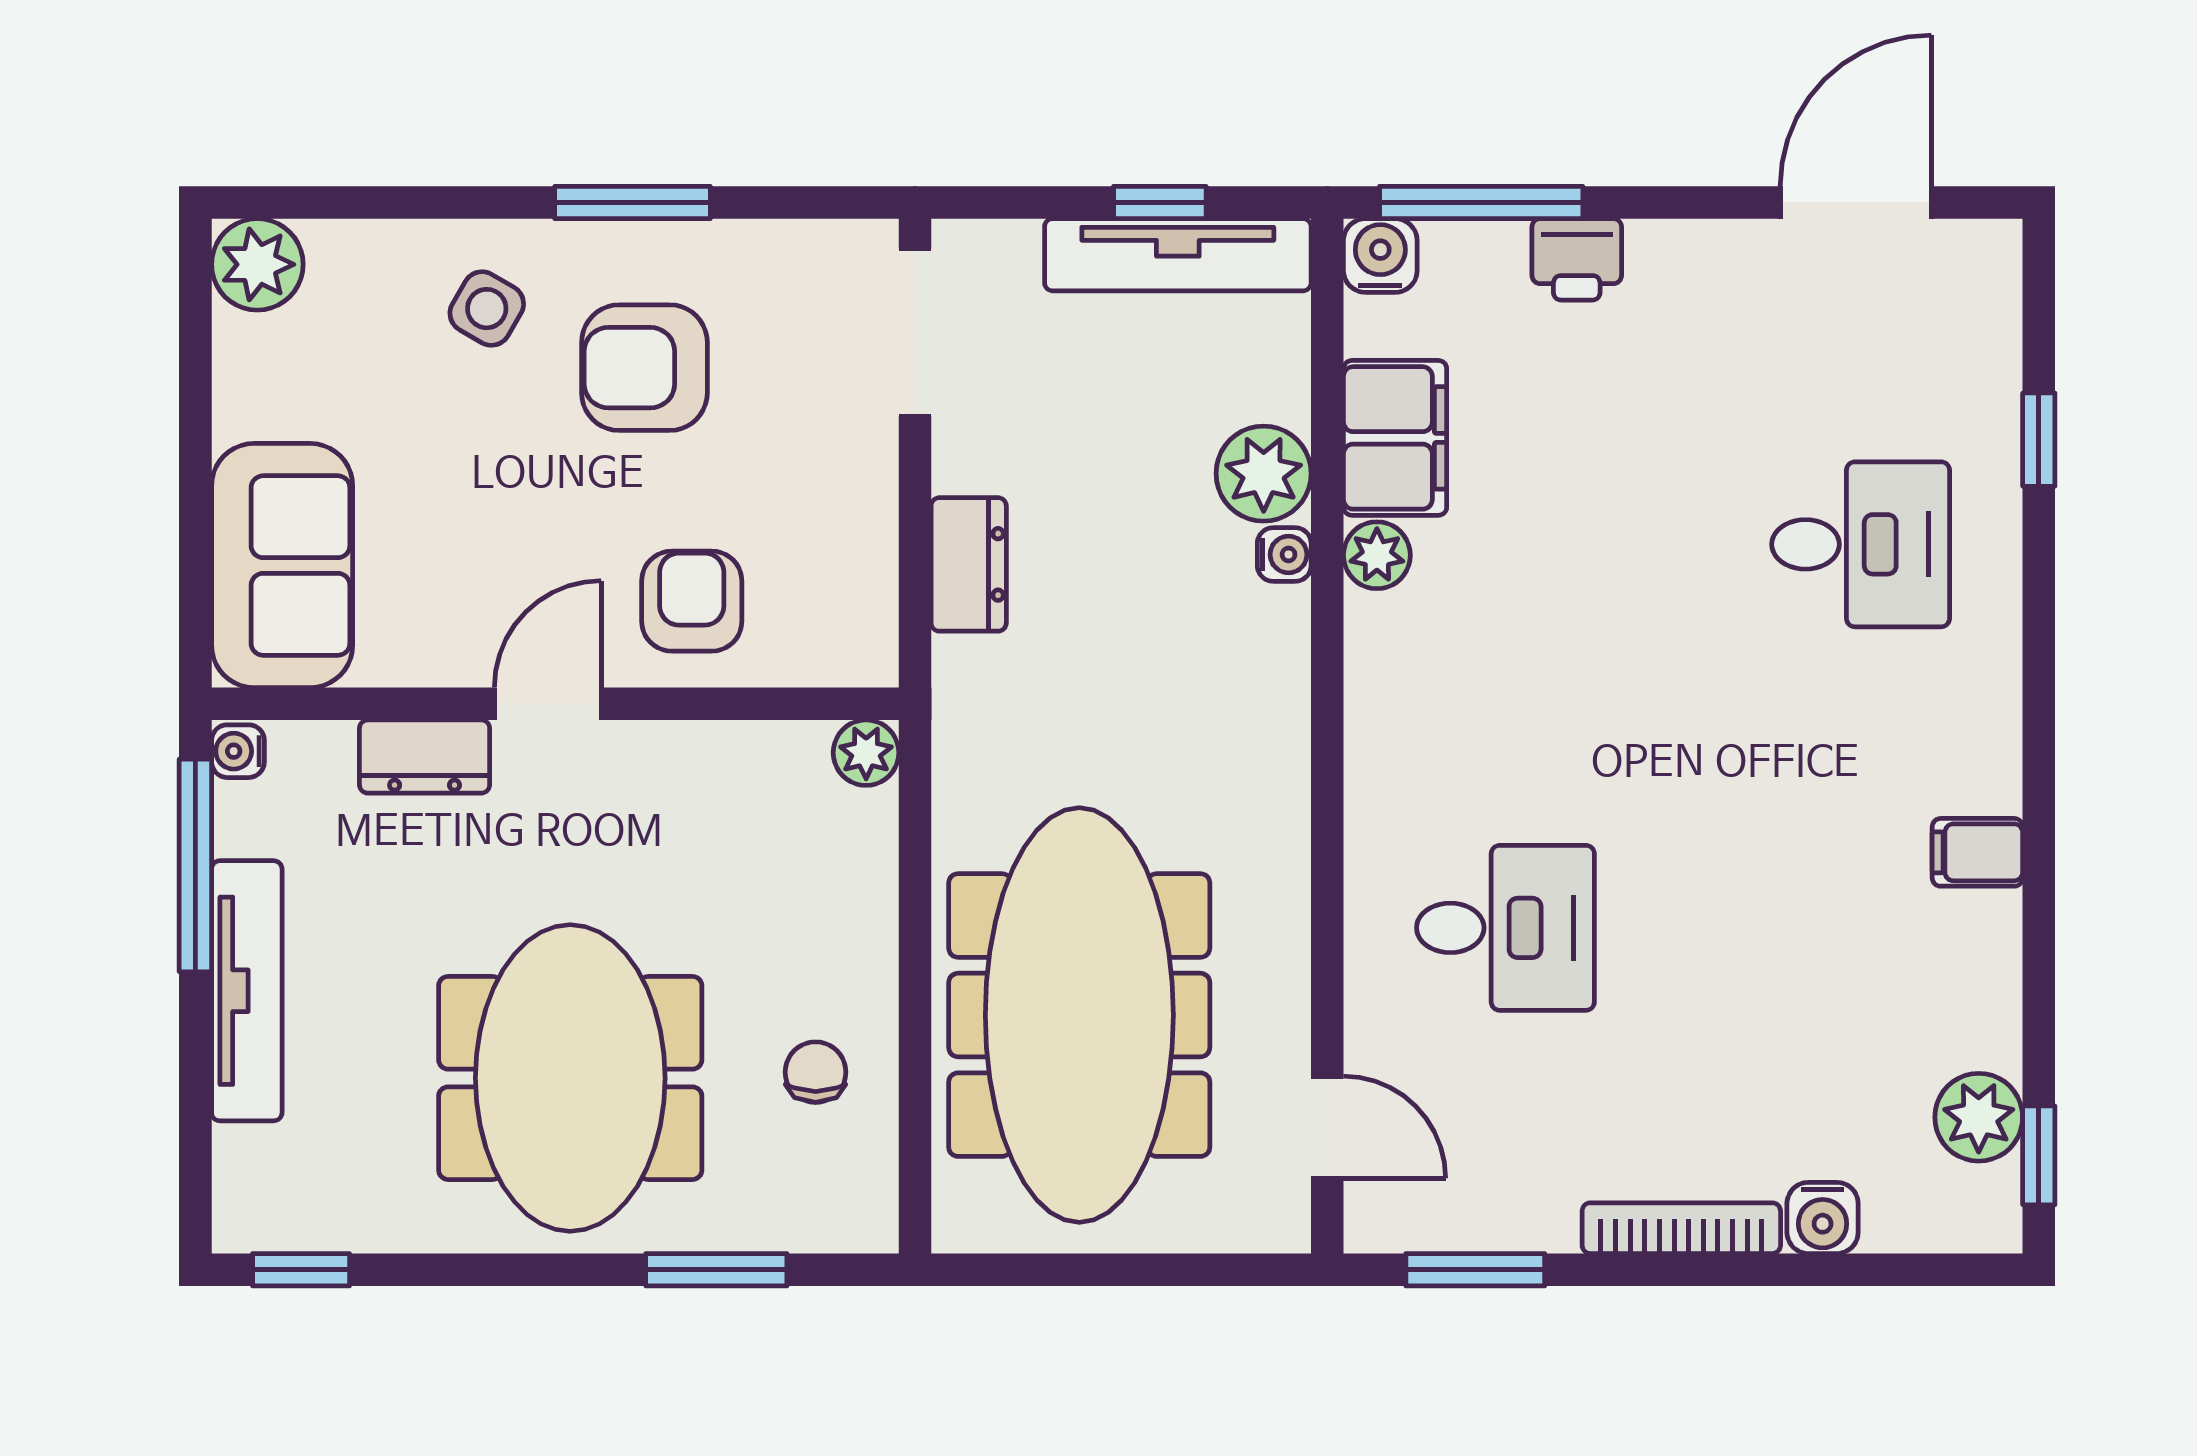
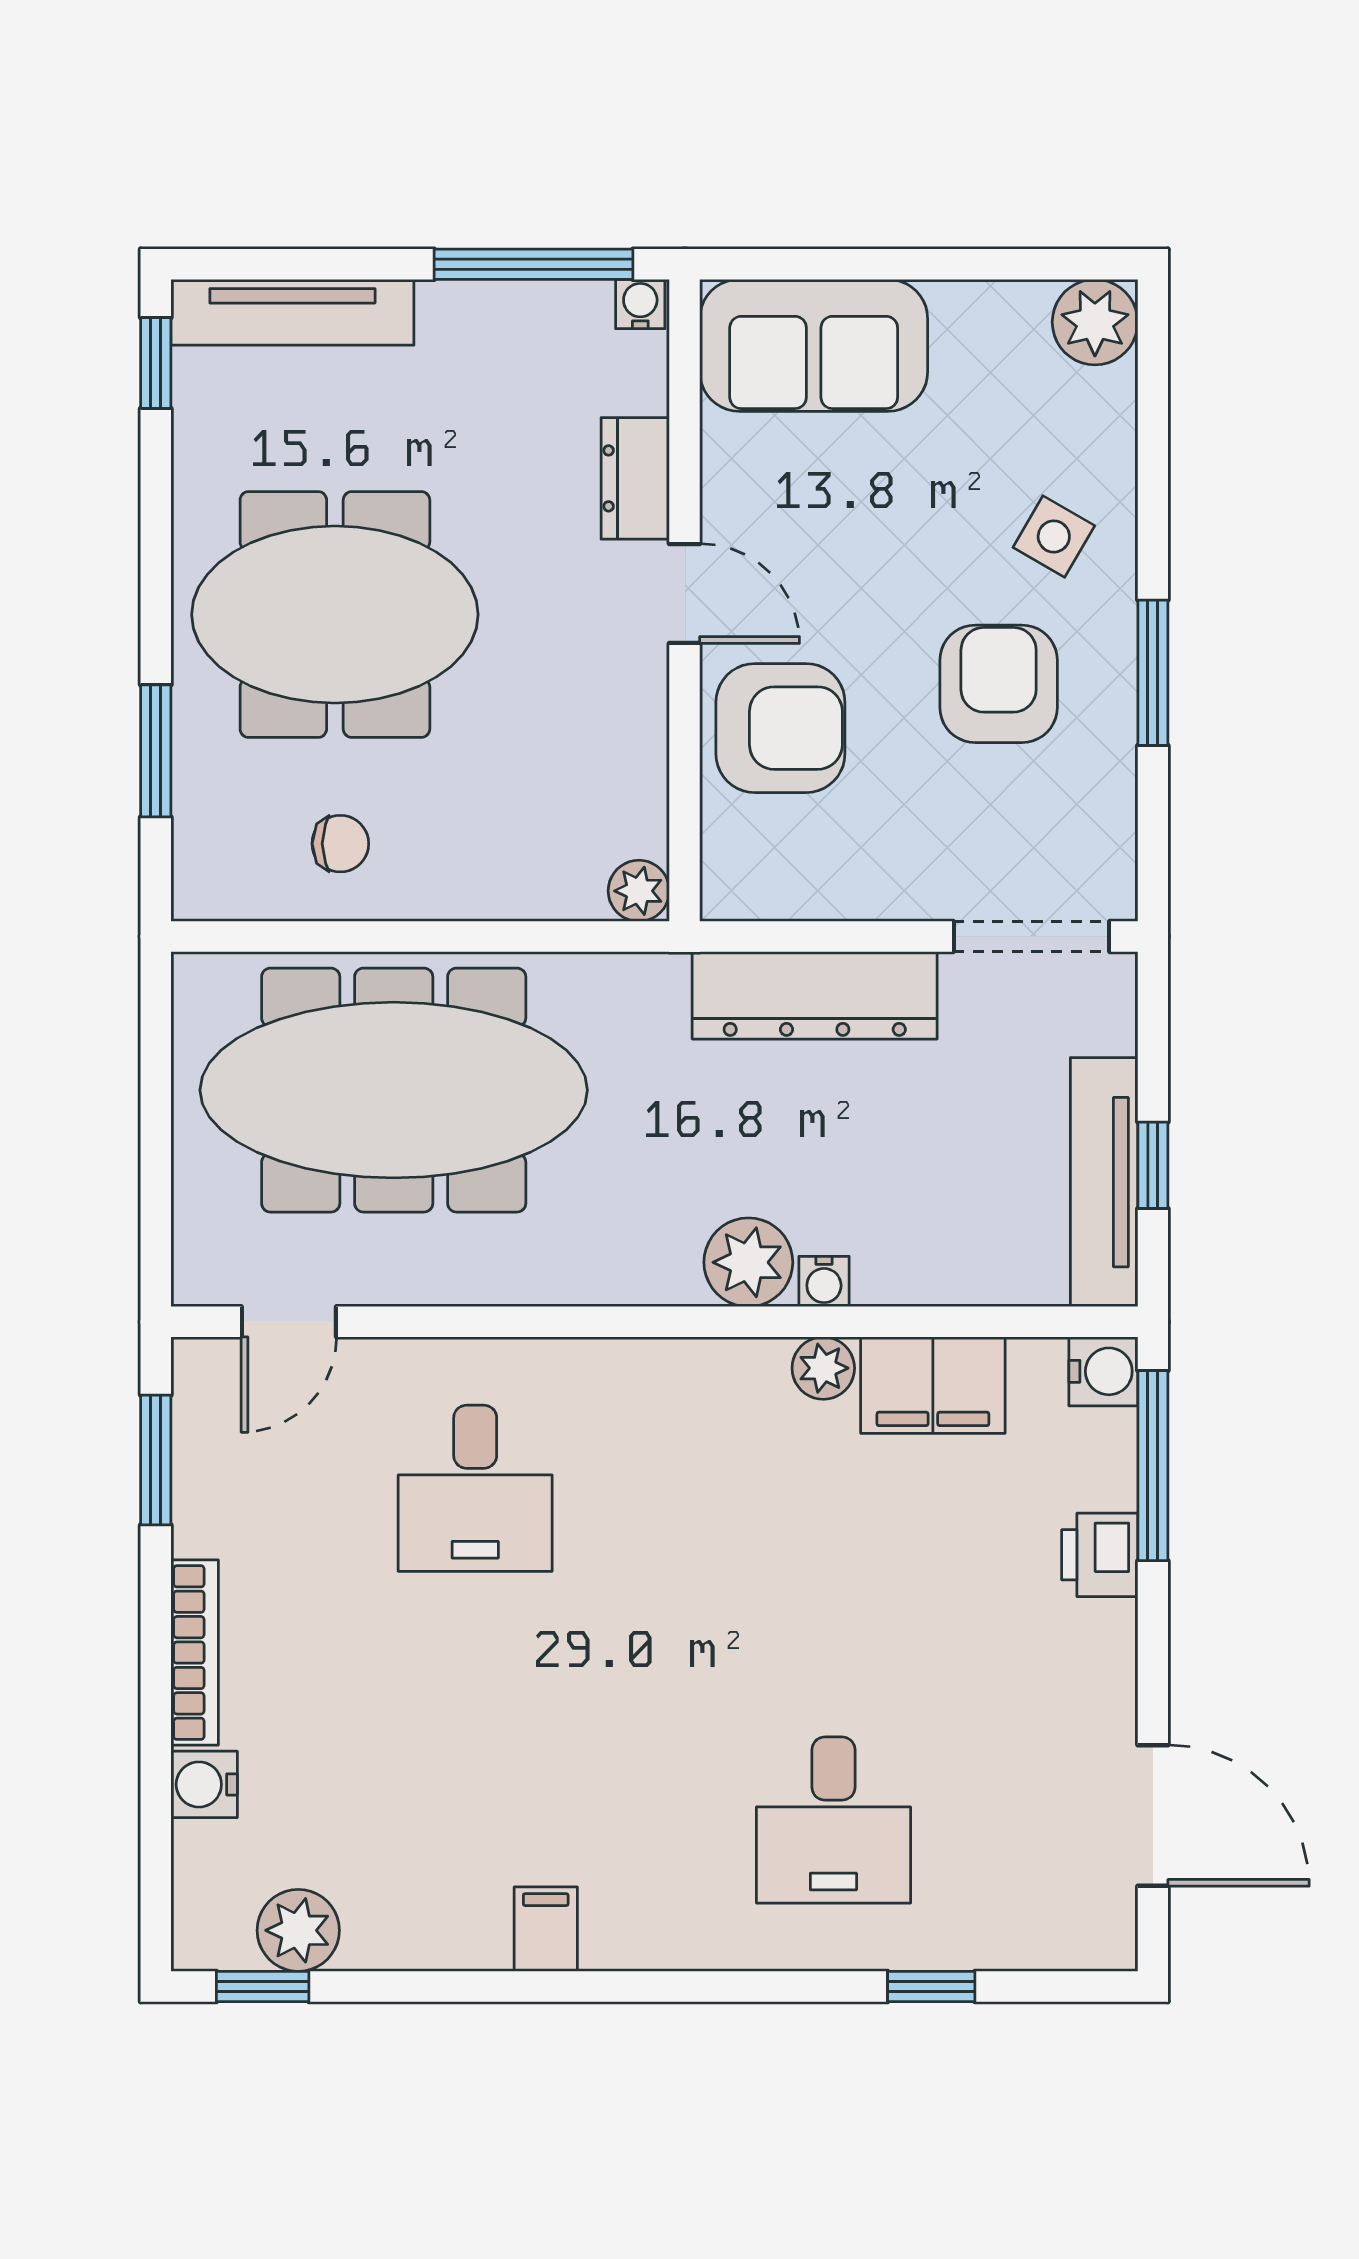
plant: (1264, 474) -> (748, 1262), moved
dresser: (969, 564) -> (815, 995), width x1.96, depth x1.24
armchair: (692, 601) -> (780, 728), width x1.38, depth x1.38
tv unit: (247, 991) -> (292, 312), moved

